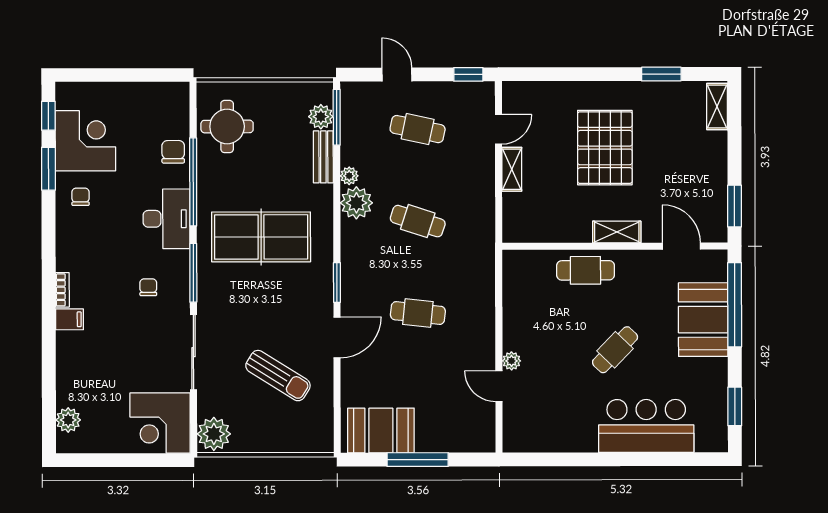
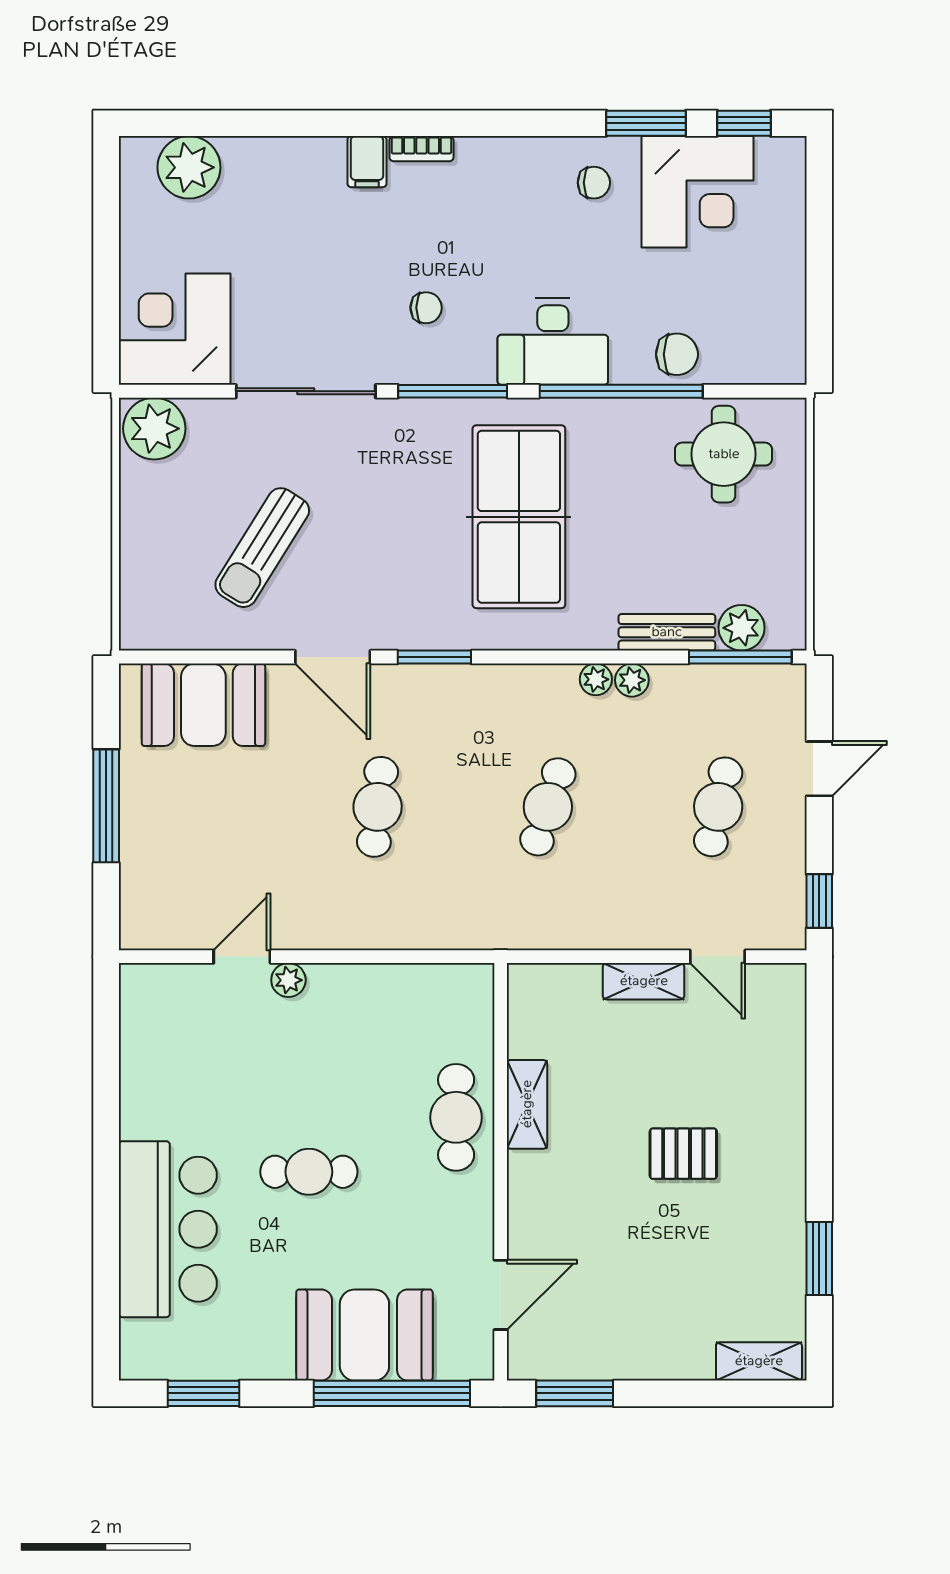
pallet: (605, 148) -> (683, 1154), width x0.49, depth x0.50
plant: (356, 203) -> (596, 679), width x0.53, depth x0.53
shelving: (617, 232) -> (527, 1104), moved
cafe table: (615, 350) -> (309, 1172), turned -44
plant: (68, 420) -> (189, 167), width x1.36, depth x1.36
booth: (381, 430) -> (203, 705), moved, turned 90

